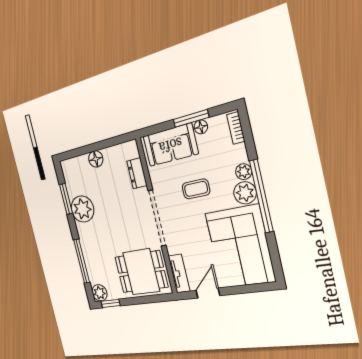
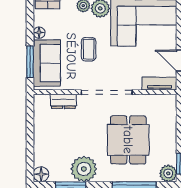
window: (191, 118) -> (30, 62), moved
floor lamp: (96, 159) -> (41, 174), moved
dining table: (141, 272) -> (128, 140), moved

